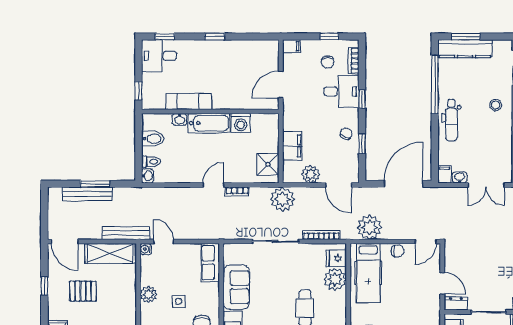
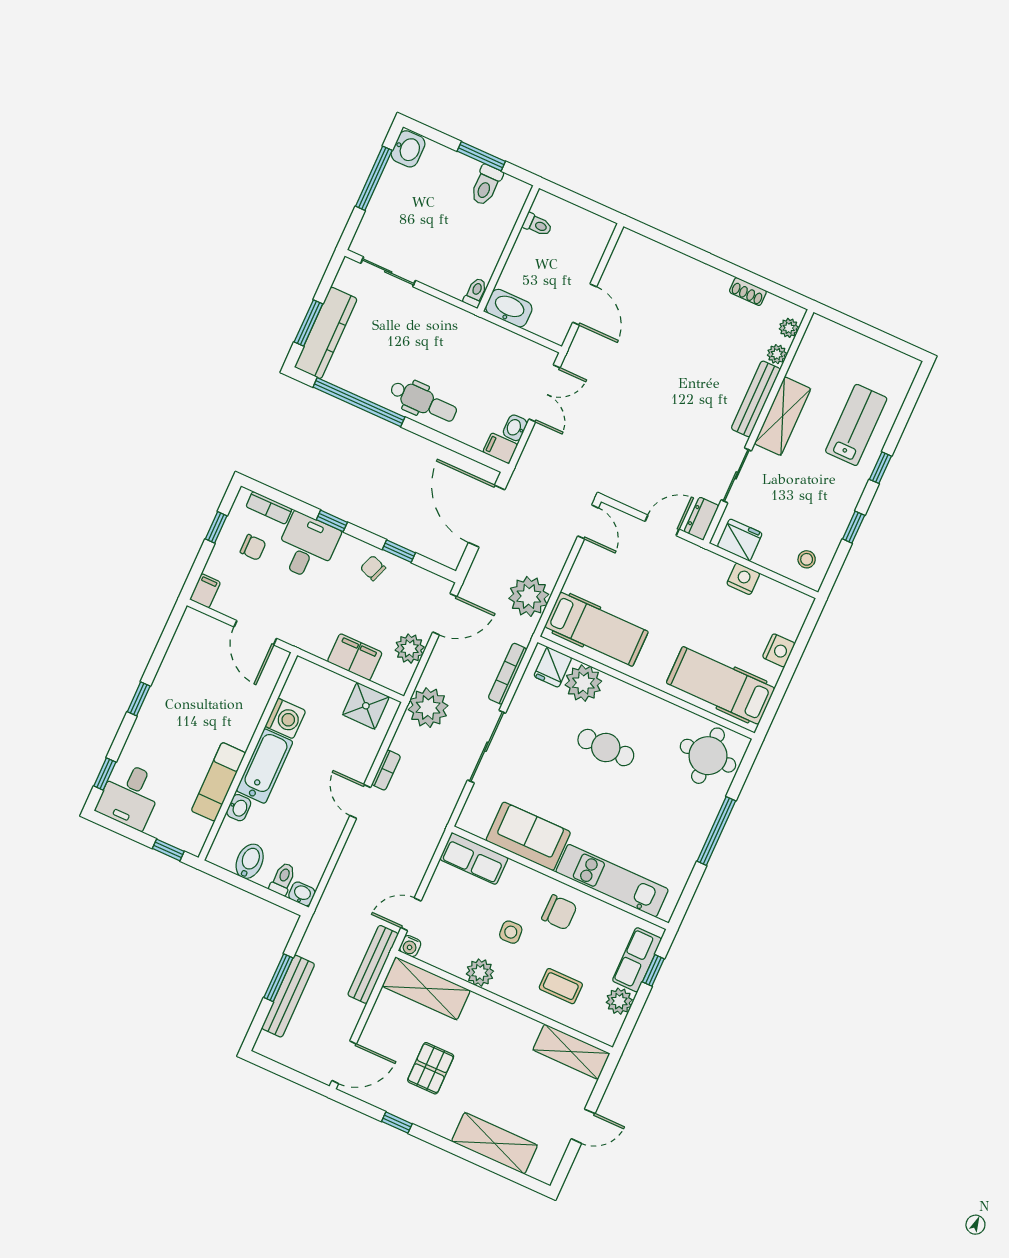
stool: (496, 105) -> (431, 325), removed
chair: (398, 251) -> (583, 570), removed
shelving: (110, 253) -> (426, 988), moved, turned 90

